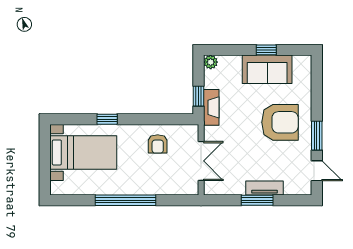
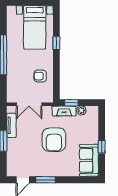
plant: (211, 62) -> (81, 111), moved
sofa: (267, 69) -> (89, 160), moved
armchair: (280, 122) -> (54, 140), moved
tv unit: (264, 188) -> (11, 125), moved

